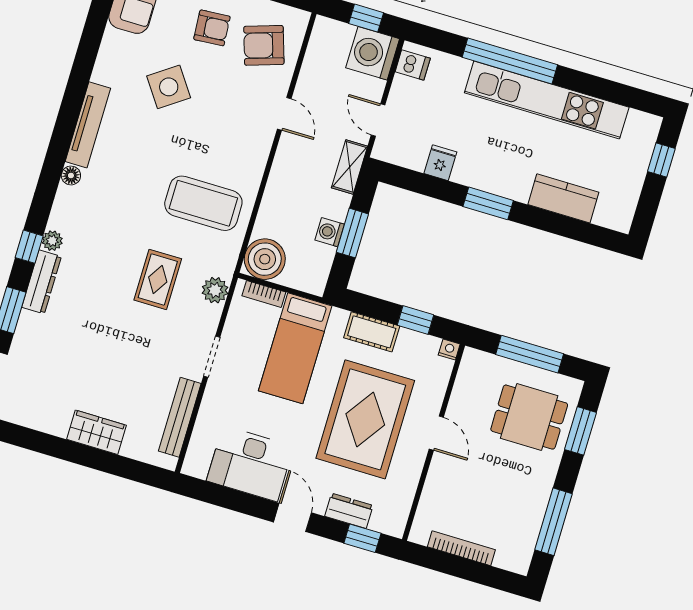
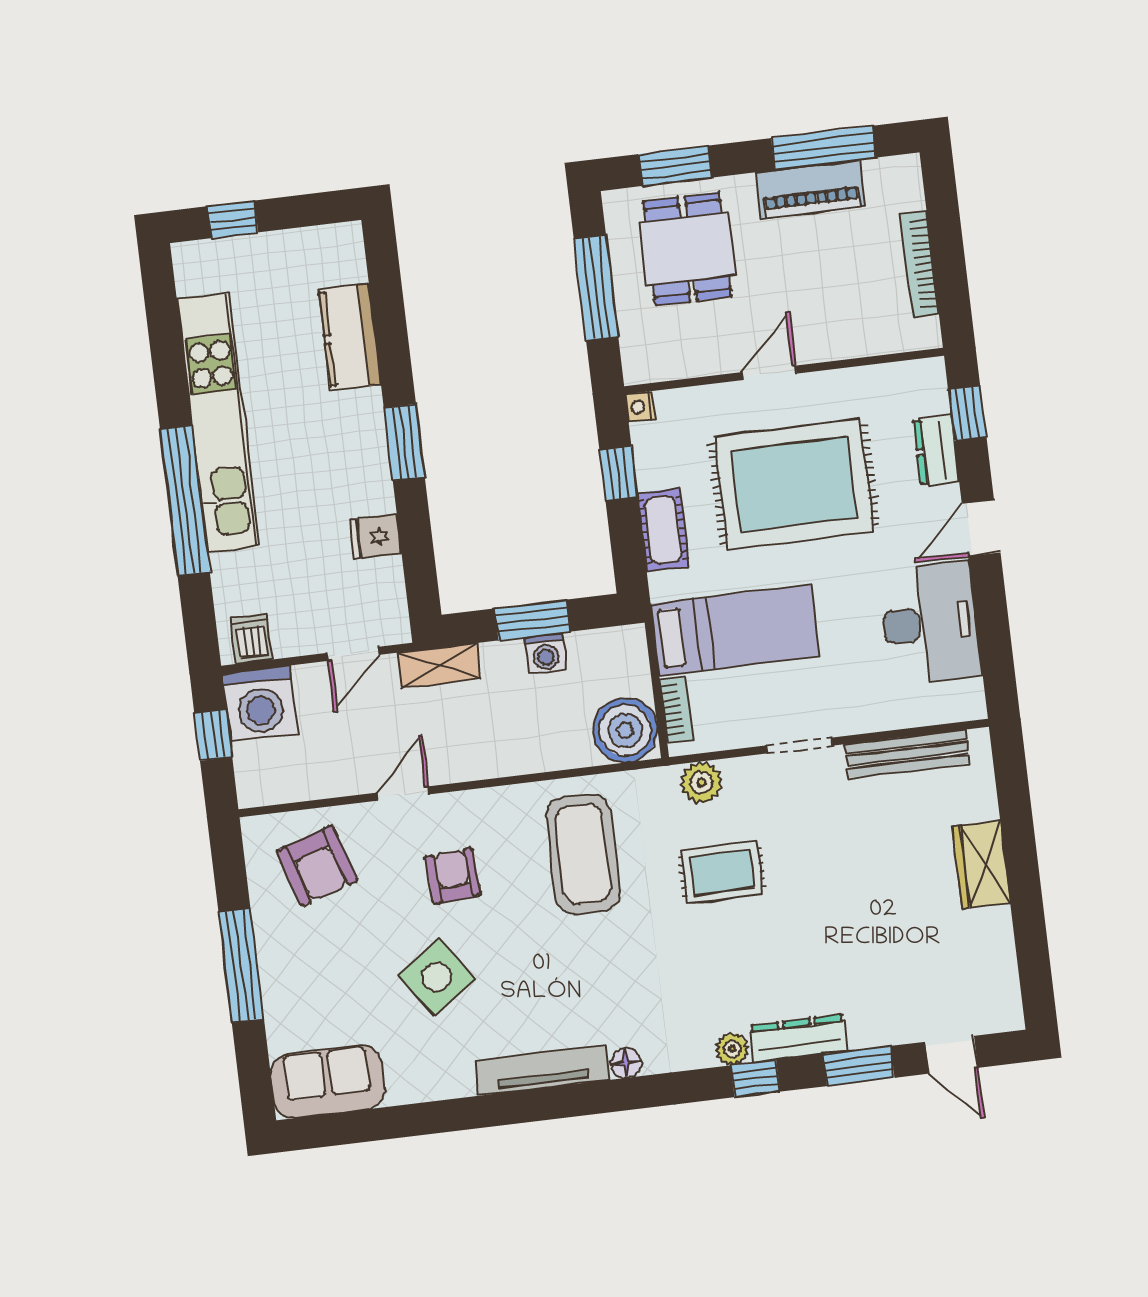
armchair: (212, 28) -> (453, 876), moved
piano: (533, 504) -> (810, 189), added

